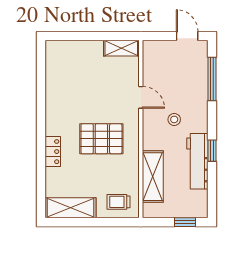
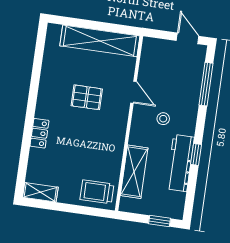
shelving: (121, 48) -> (100, 41), width x2.20, depth x1.33
pallet: (101, 139) -> (87, 97), moved, width x0.67, depth x0.71
trolley: (118, 202) -> (97, 192), width x1.36, depth x1.39
shelving: (71, 208) -> (40, 192), width x0.67, depth x0.75

